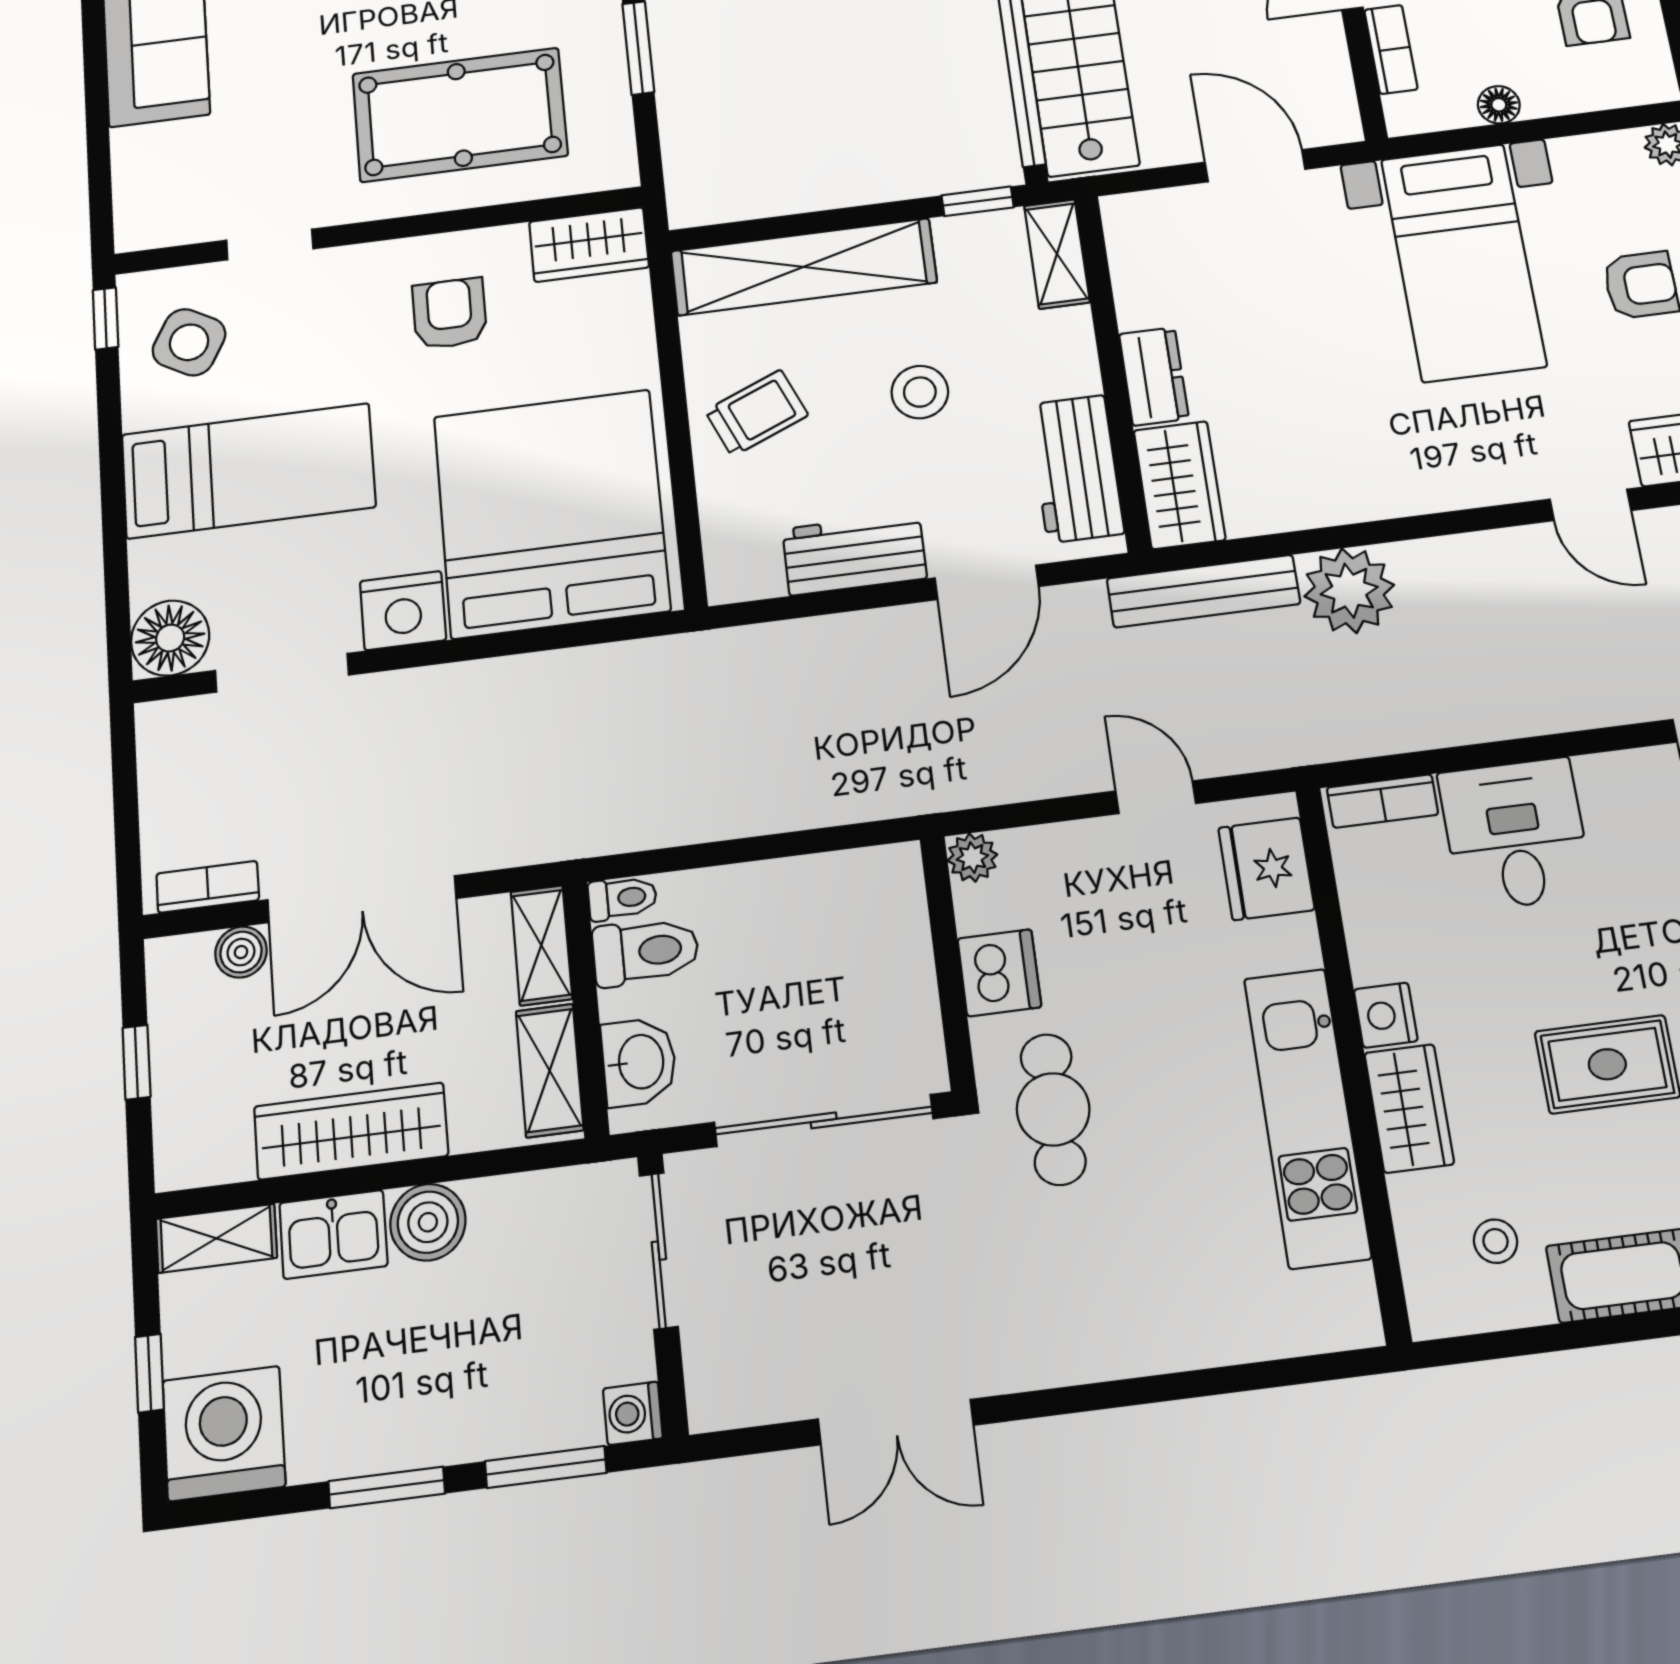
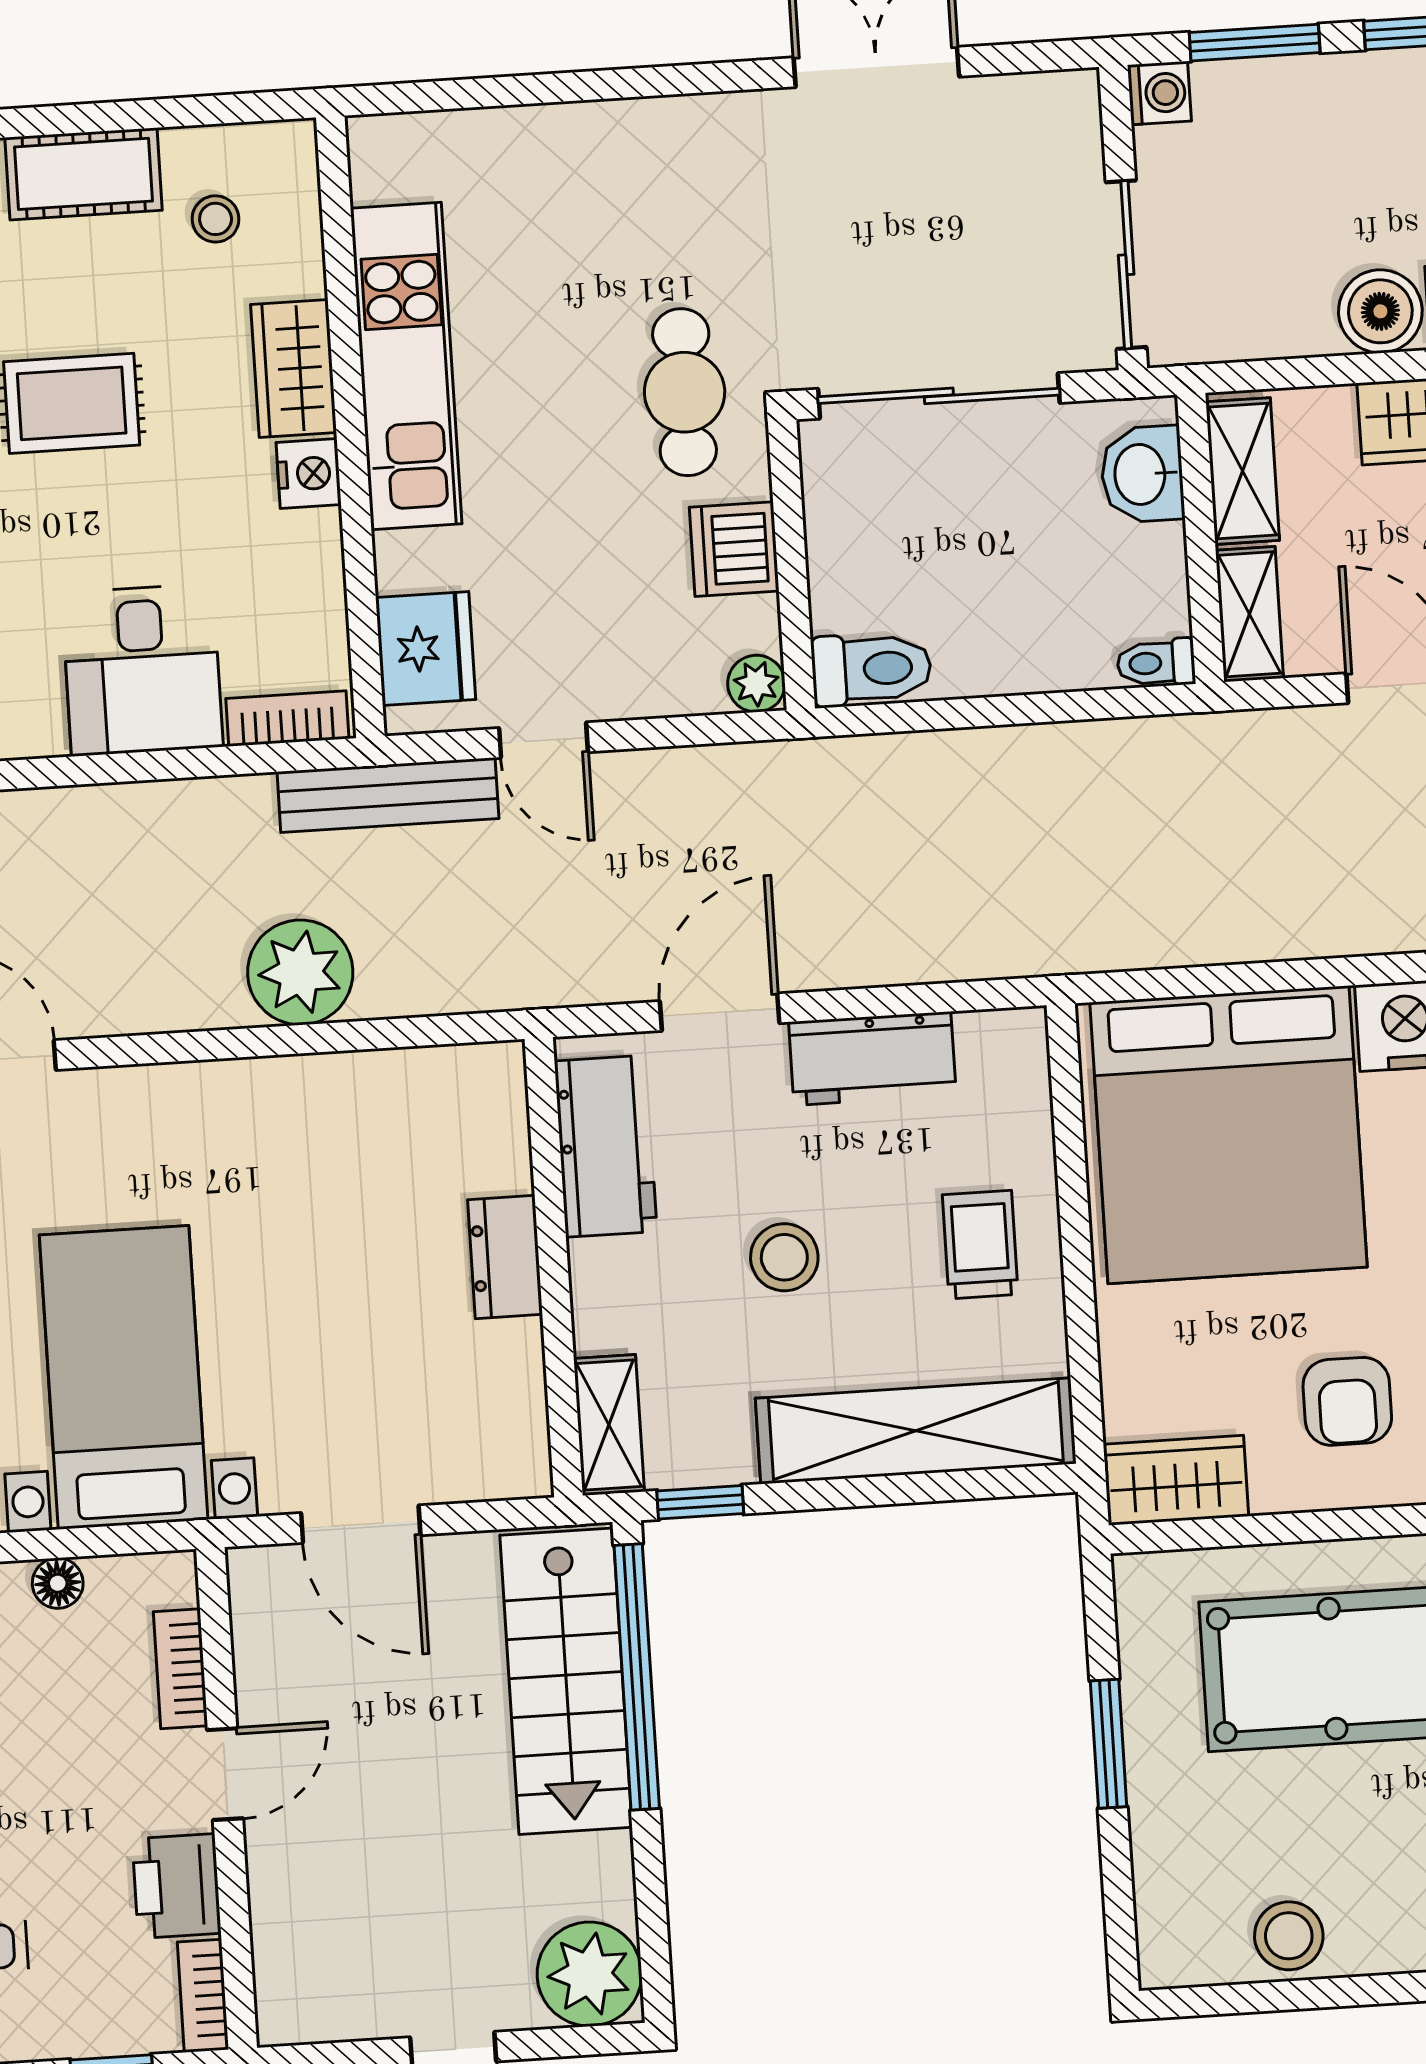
trolley: (757, 413) -> (980, 1245), turned 113
wardrobe: (1179, 485) -> (486, 1117), removed
bench: (1203, 591) -> (388, 795), moved
toilet: (646, 952) -> (871, 669), moved, turned 180

